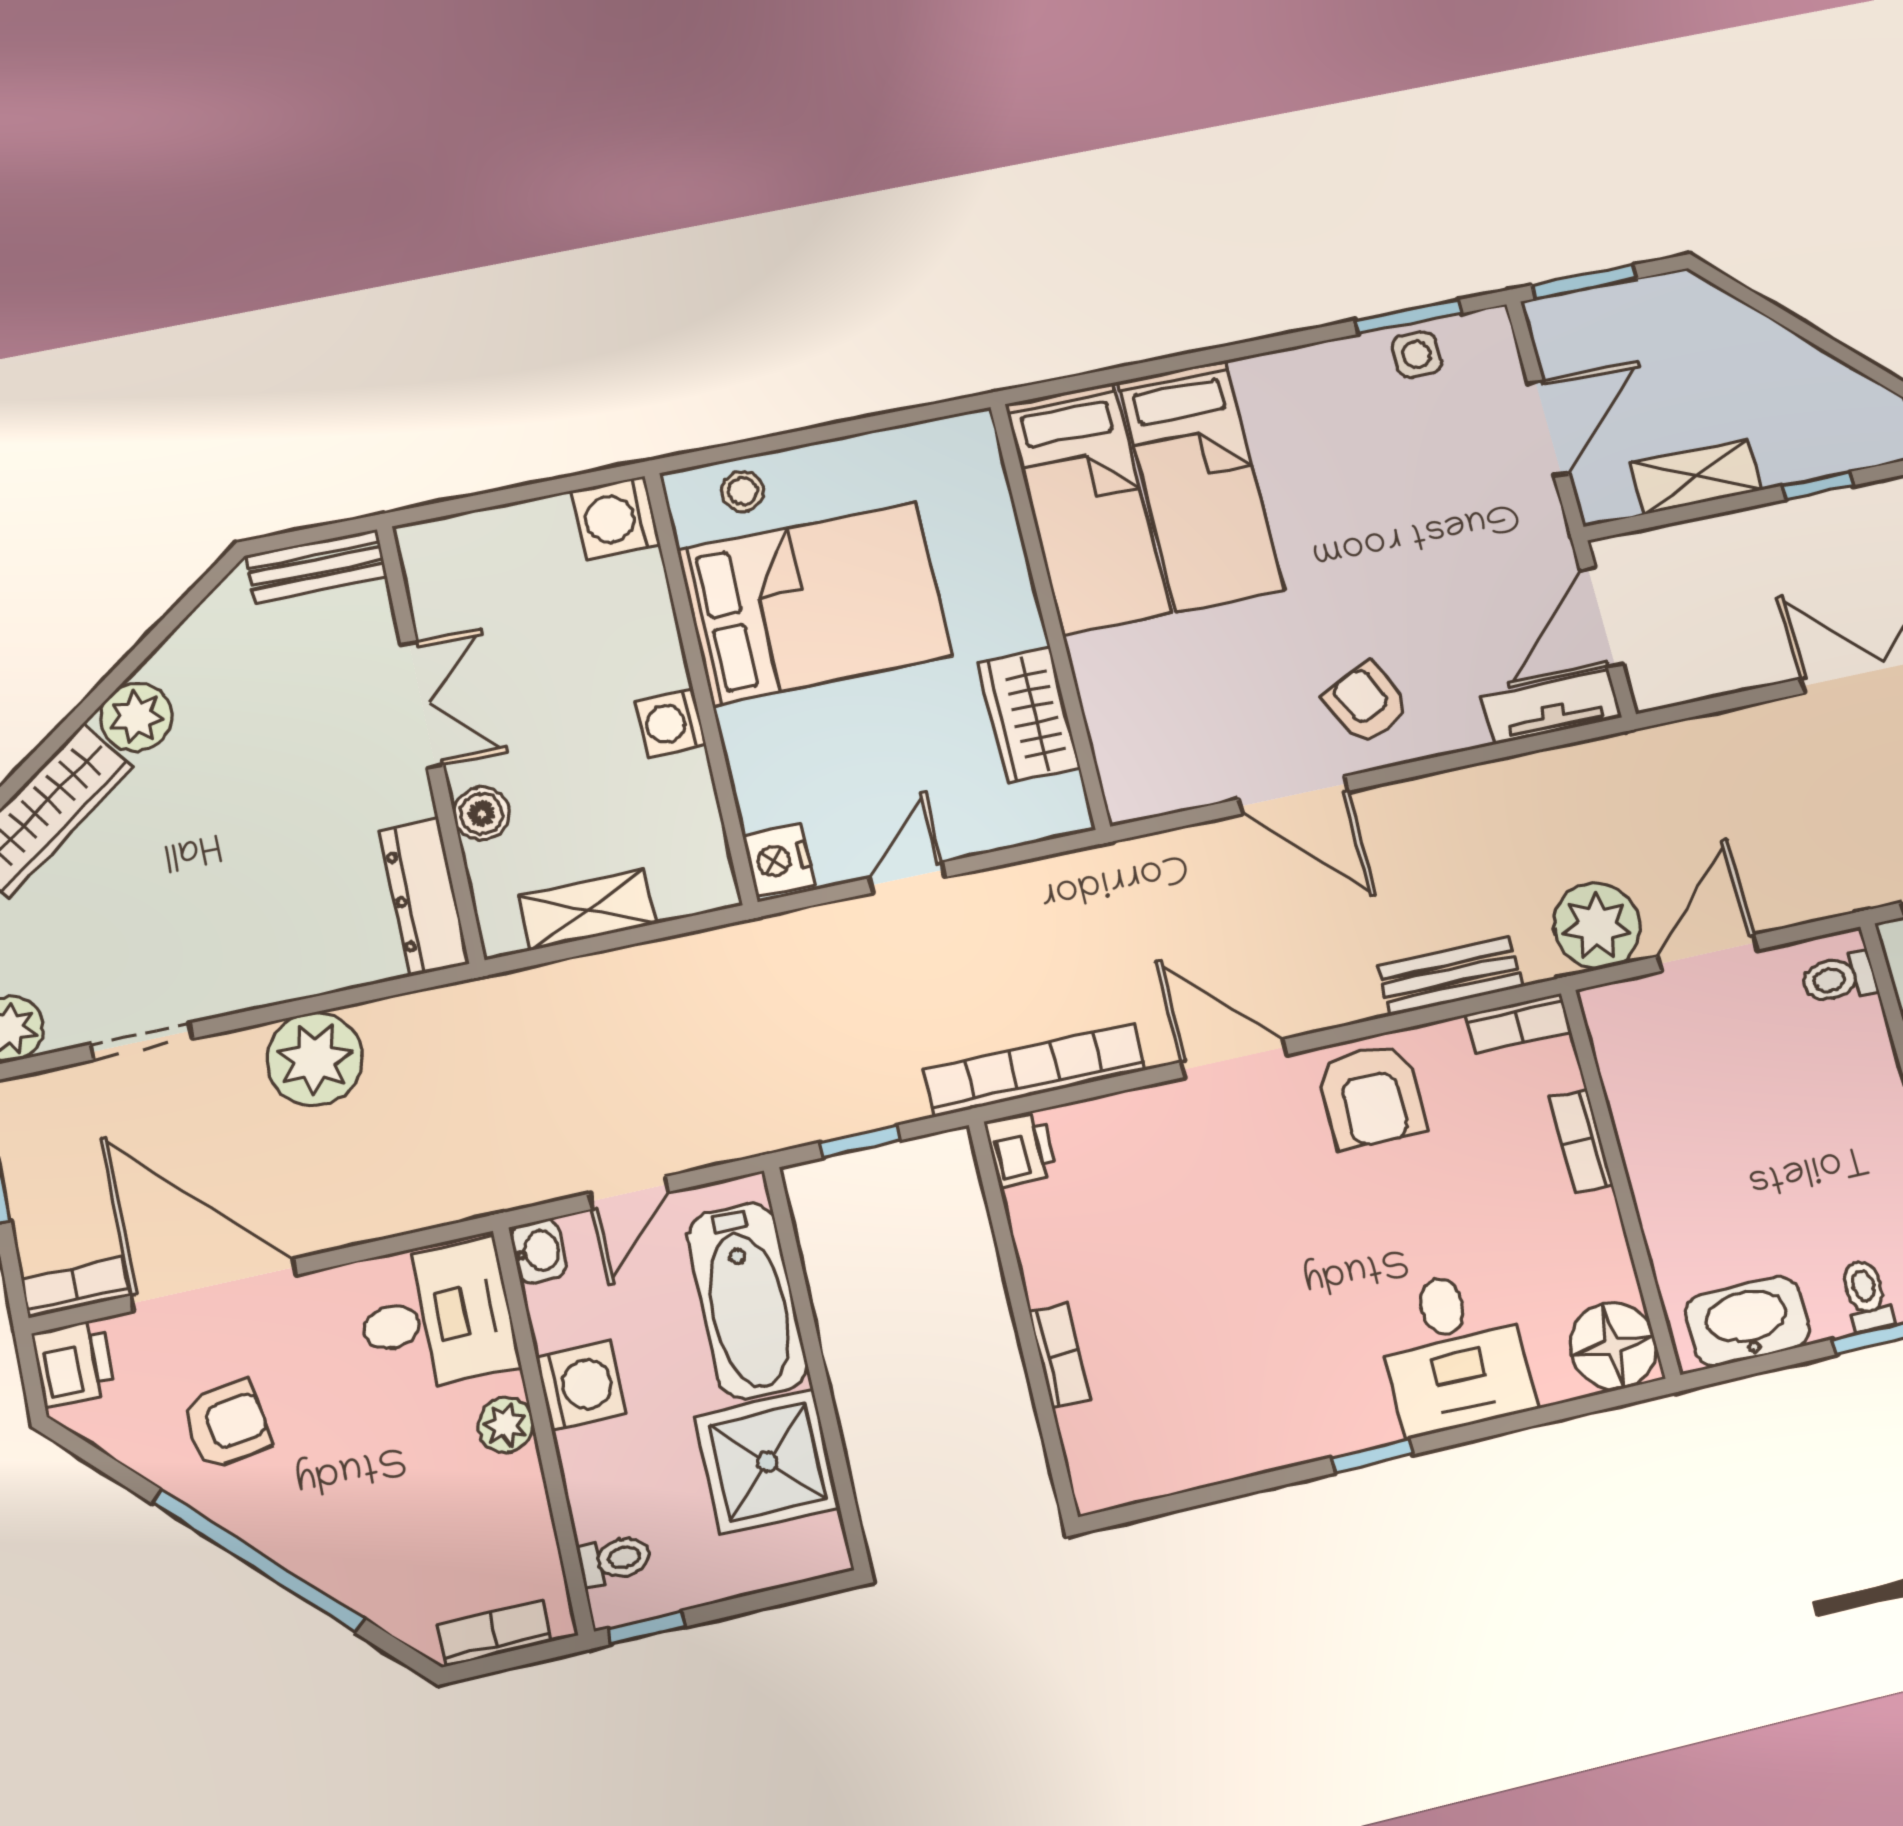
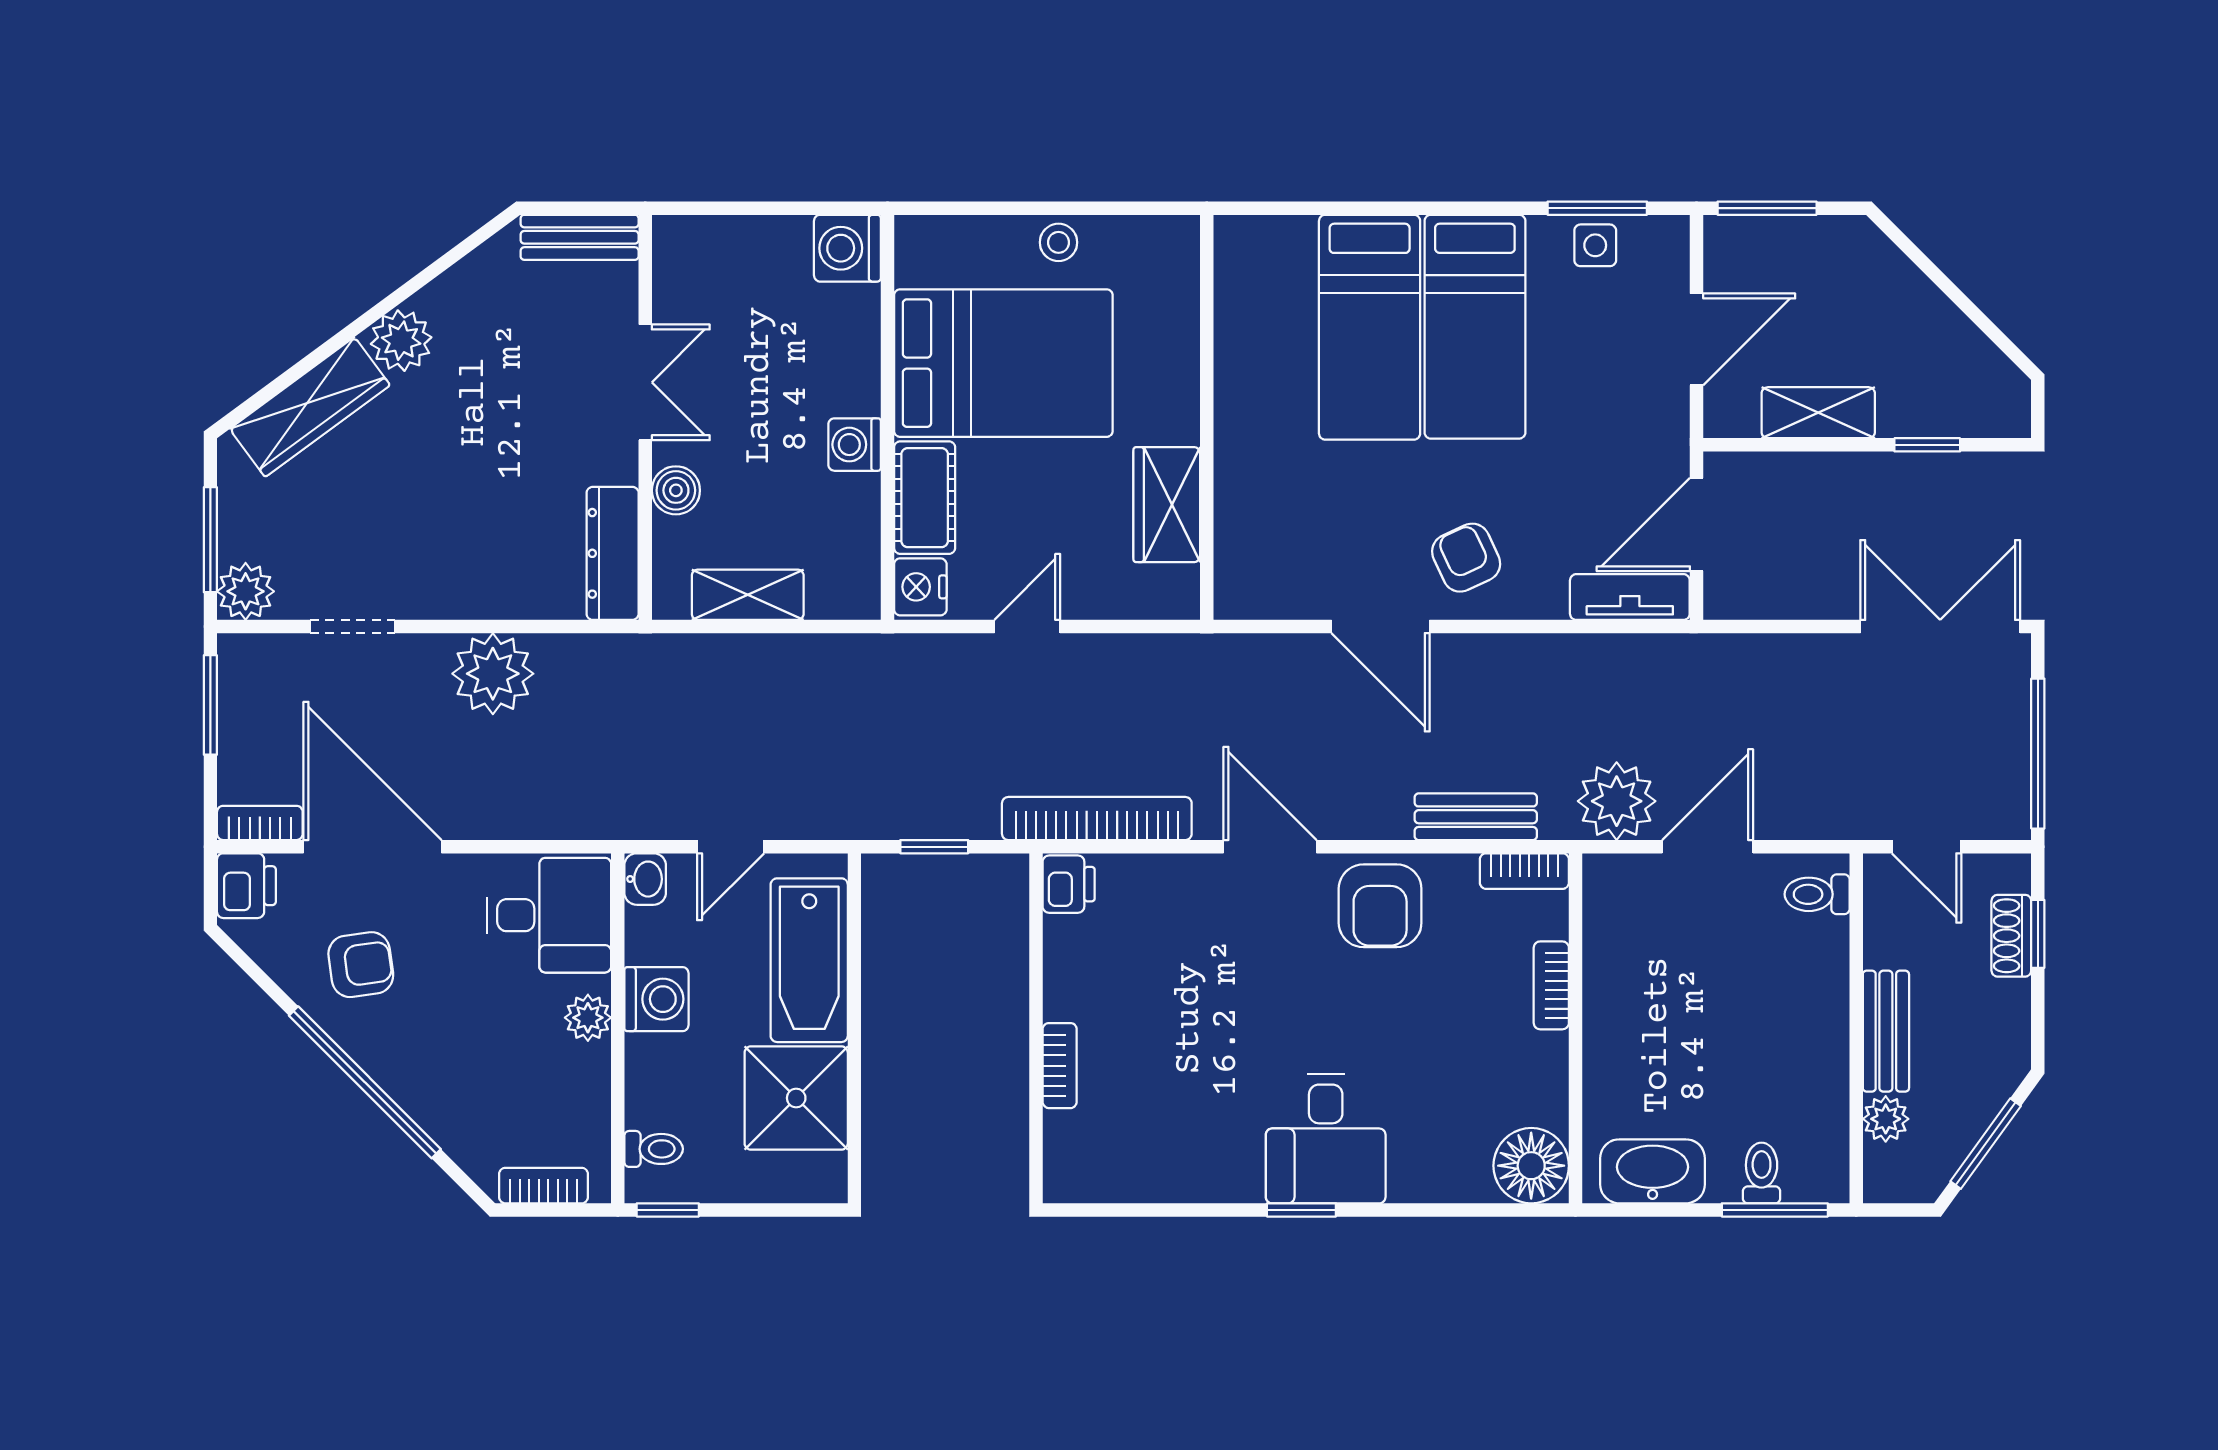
stool: (743, 491) -> (1059, 242), moved
bed: (1088, 508) -> (1475, 327), moved
cot: (761, 763) -> (925, 498), added
desk: (1454, 1351) -> (1326, 1139), moved

